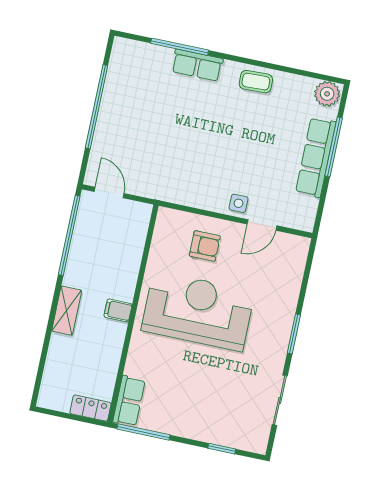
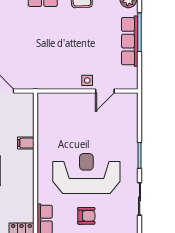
armchair: (205, 246) -> (86, 216), moved
filing cabinet: (118, 310) -> (26, 143), moved
reception desk: (198, 311) -> (86, 173), moved

